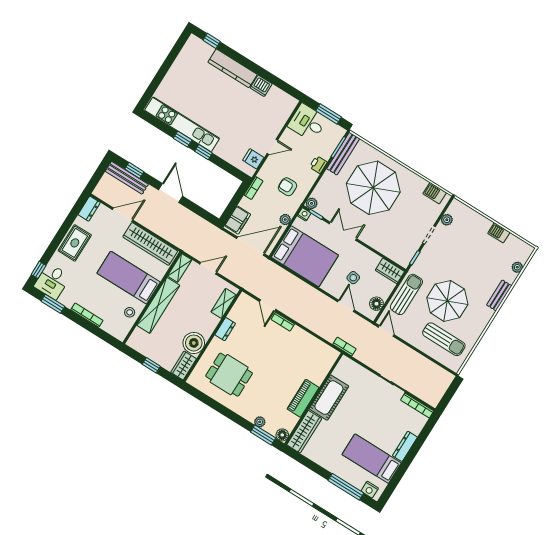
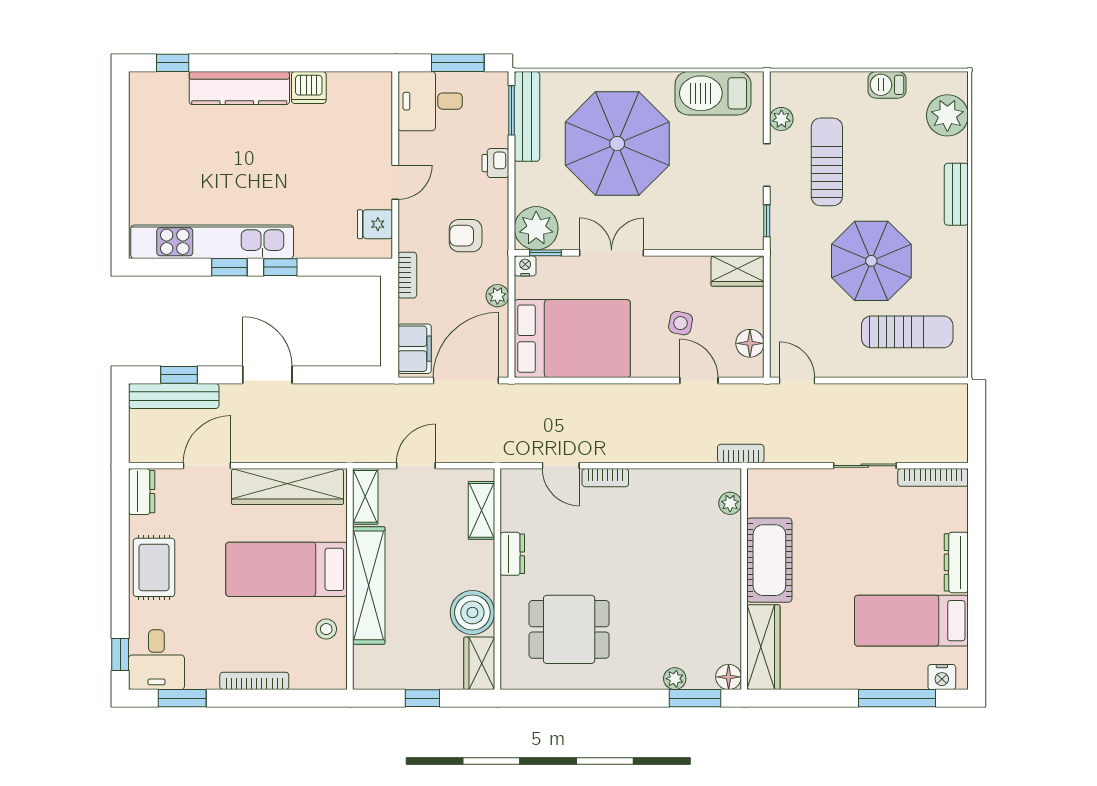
barbecue: (435, 193) -> (713, 93), width x1.88, depth x1.53
plant: (312, 203) -> (536, 228), width x1.88, depth x1.88
plant: (517, 267) -> (947, 115), width x1.87, depth x1.87
sun lounger: (406, 294) -> (827, 162), moved
plant: (327, 364) -> (730, 503), added
piano: (303, 398) -> (725, 590), removed

